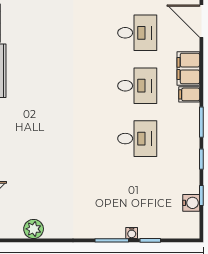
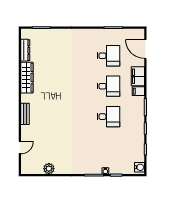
water cooler: (191, 203) -> (140, 167), moved

